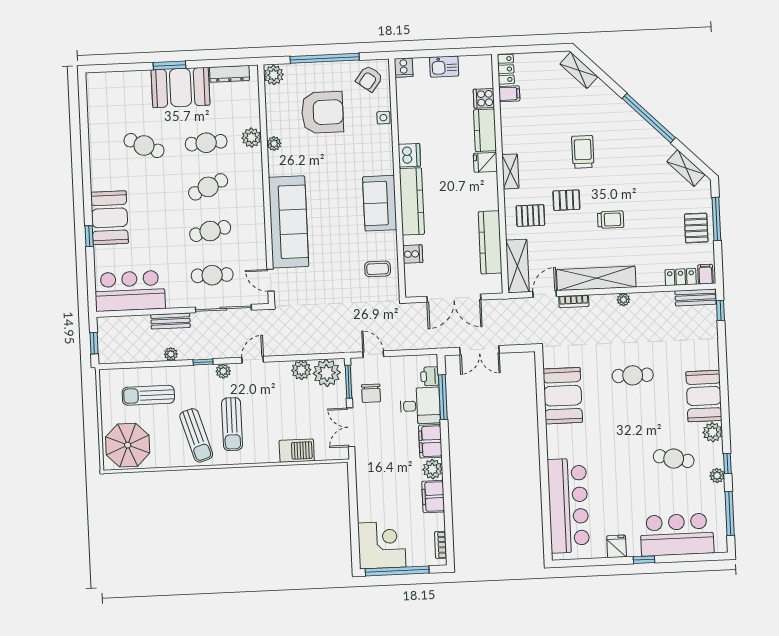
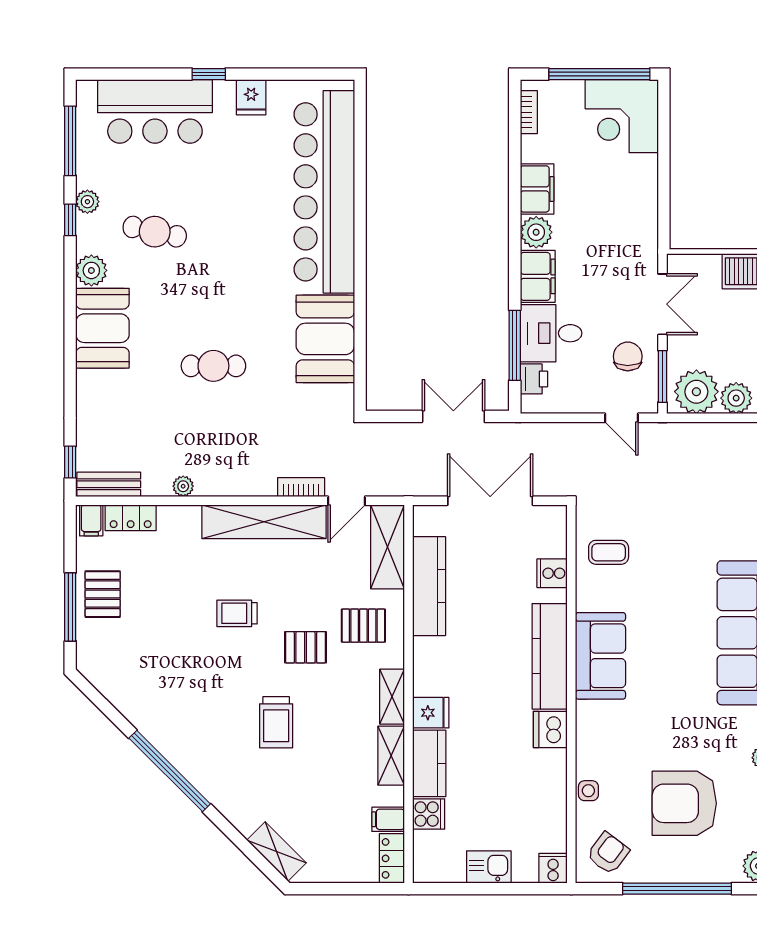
shelving: (686, 168) -> (391, 756), moved, turned 45
plant: (623, 300) -> (183, 486), moved
bar counter: (568, 506) -> (324, 192), width x1.36

